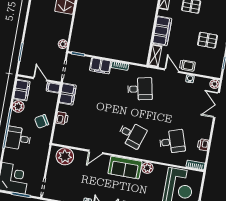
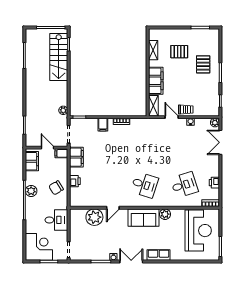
pallet: (207, 40) -> (203, 64), moved, turned 90
filing cabinet: (100, 66) -> (103, 125), width x0.50
desk: (140, 89) -> (145, 140), removed
plant: (18, 106) -> (31, 191), moved
desk: (18, 138) -> (56, 220), moved, turned 180
plant: (65, 156) -> (94, 217), moved

